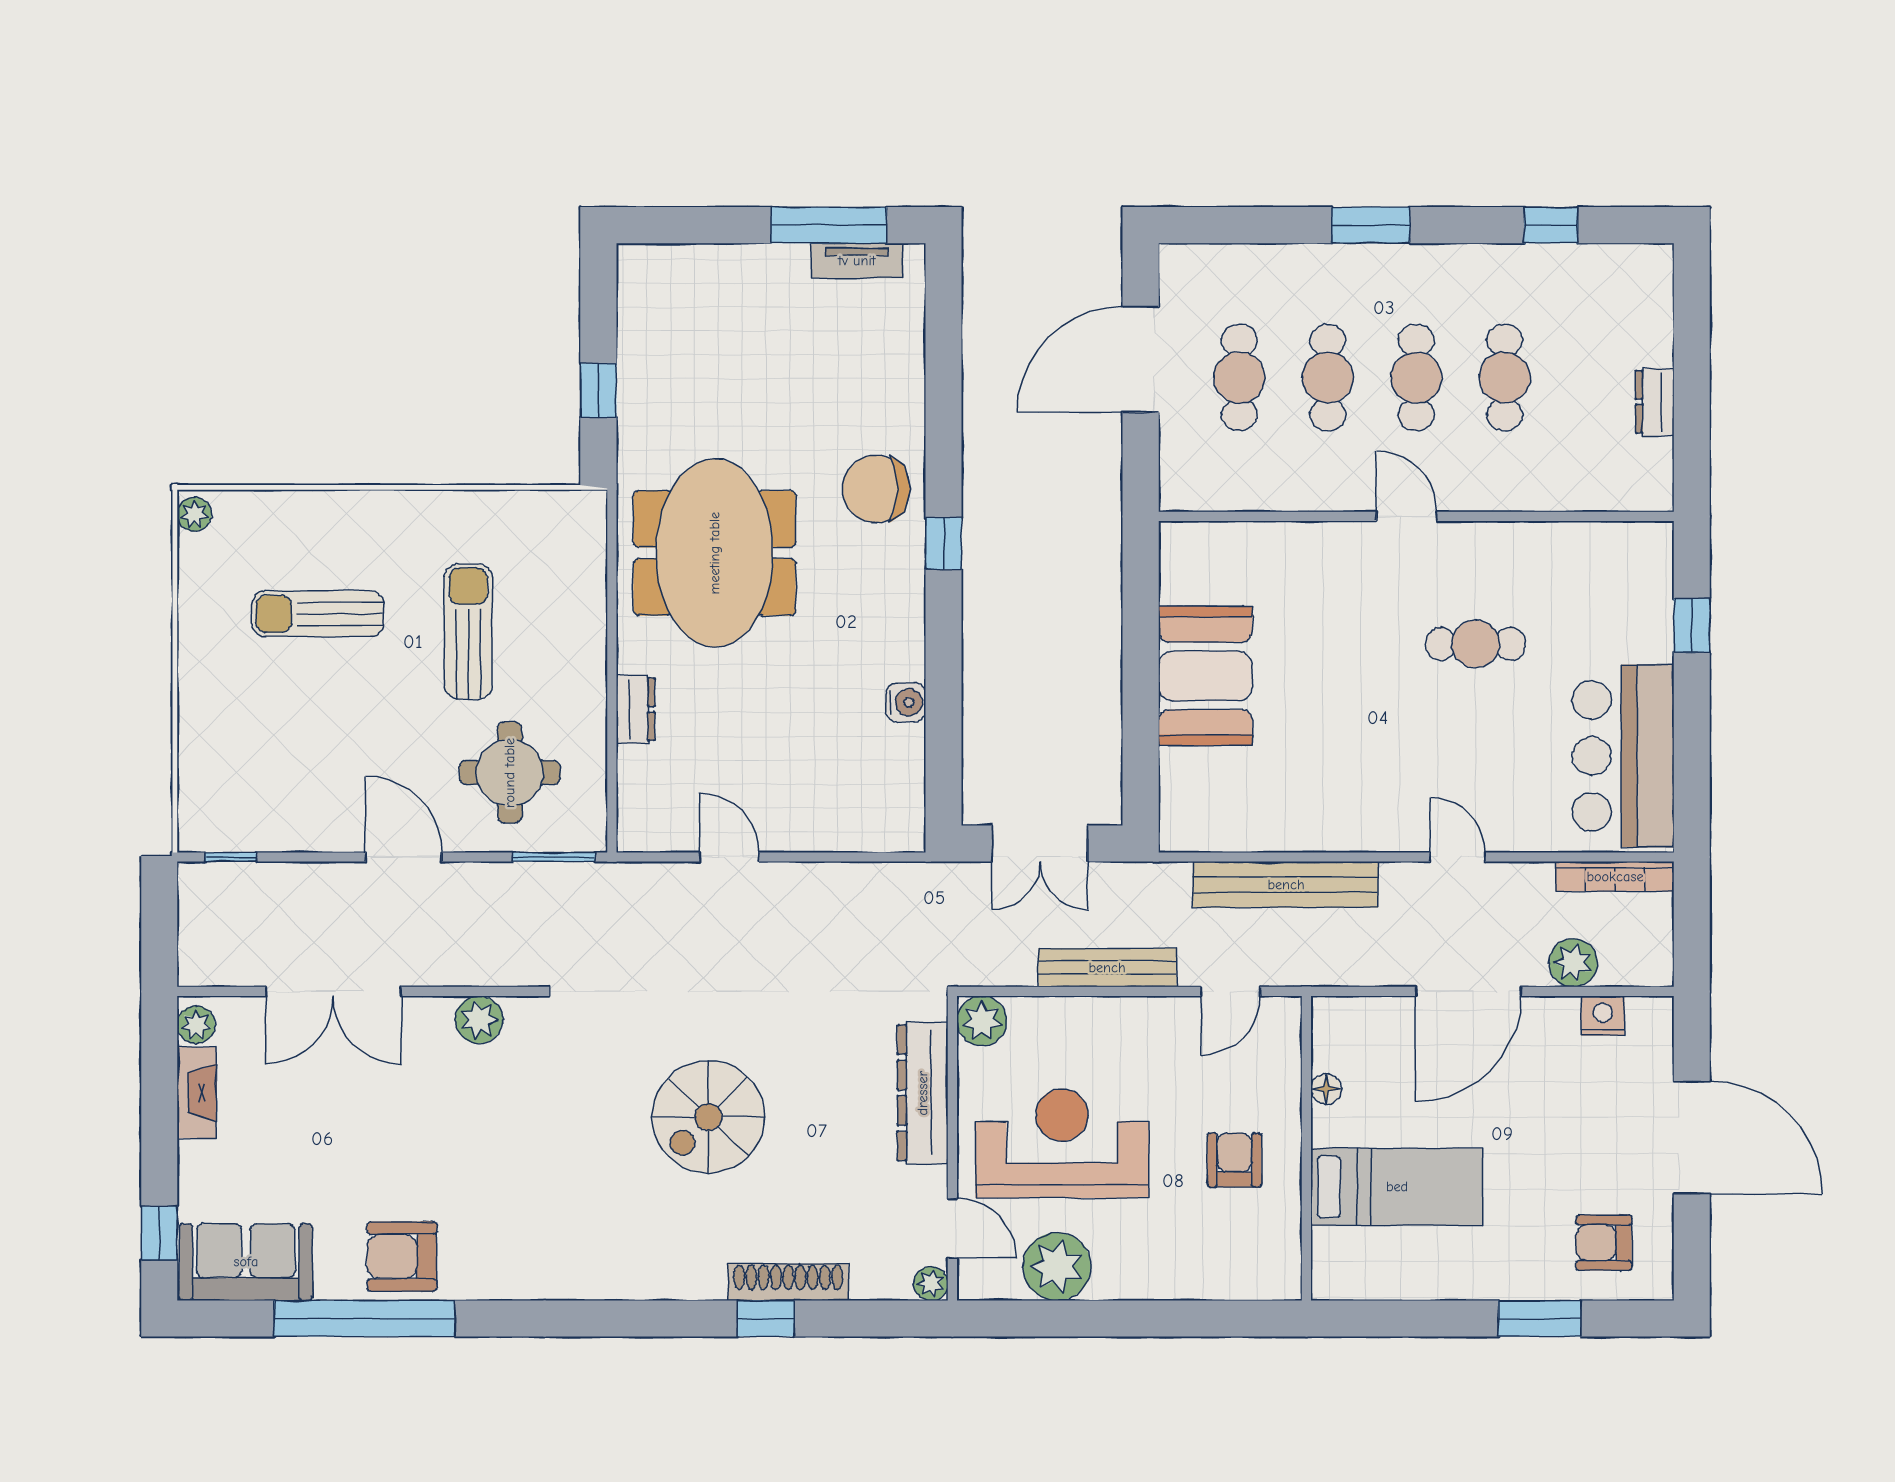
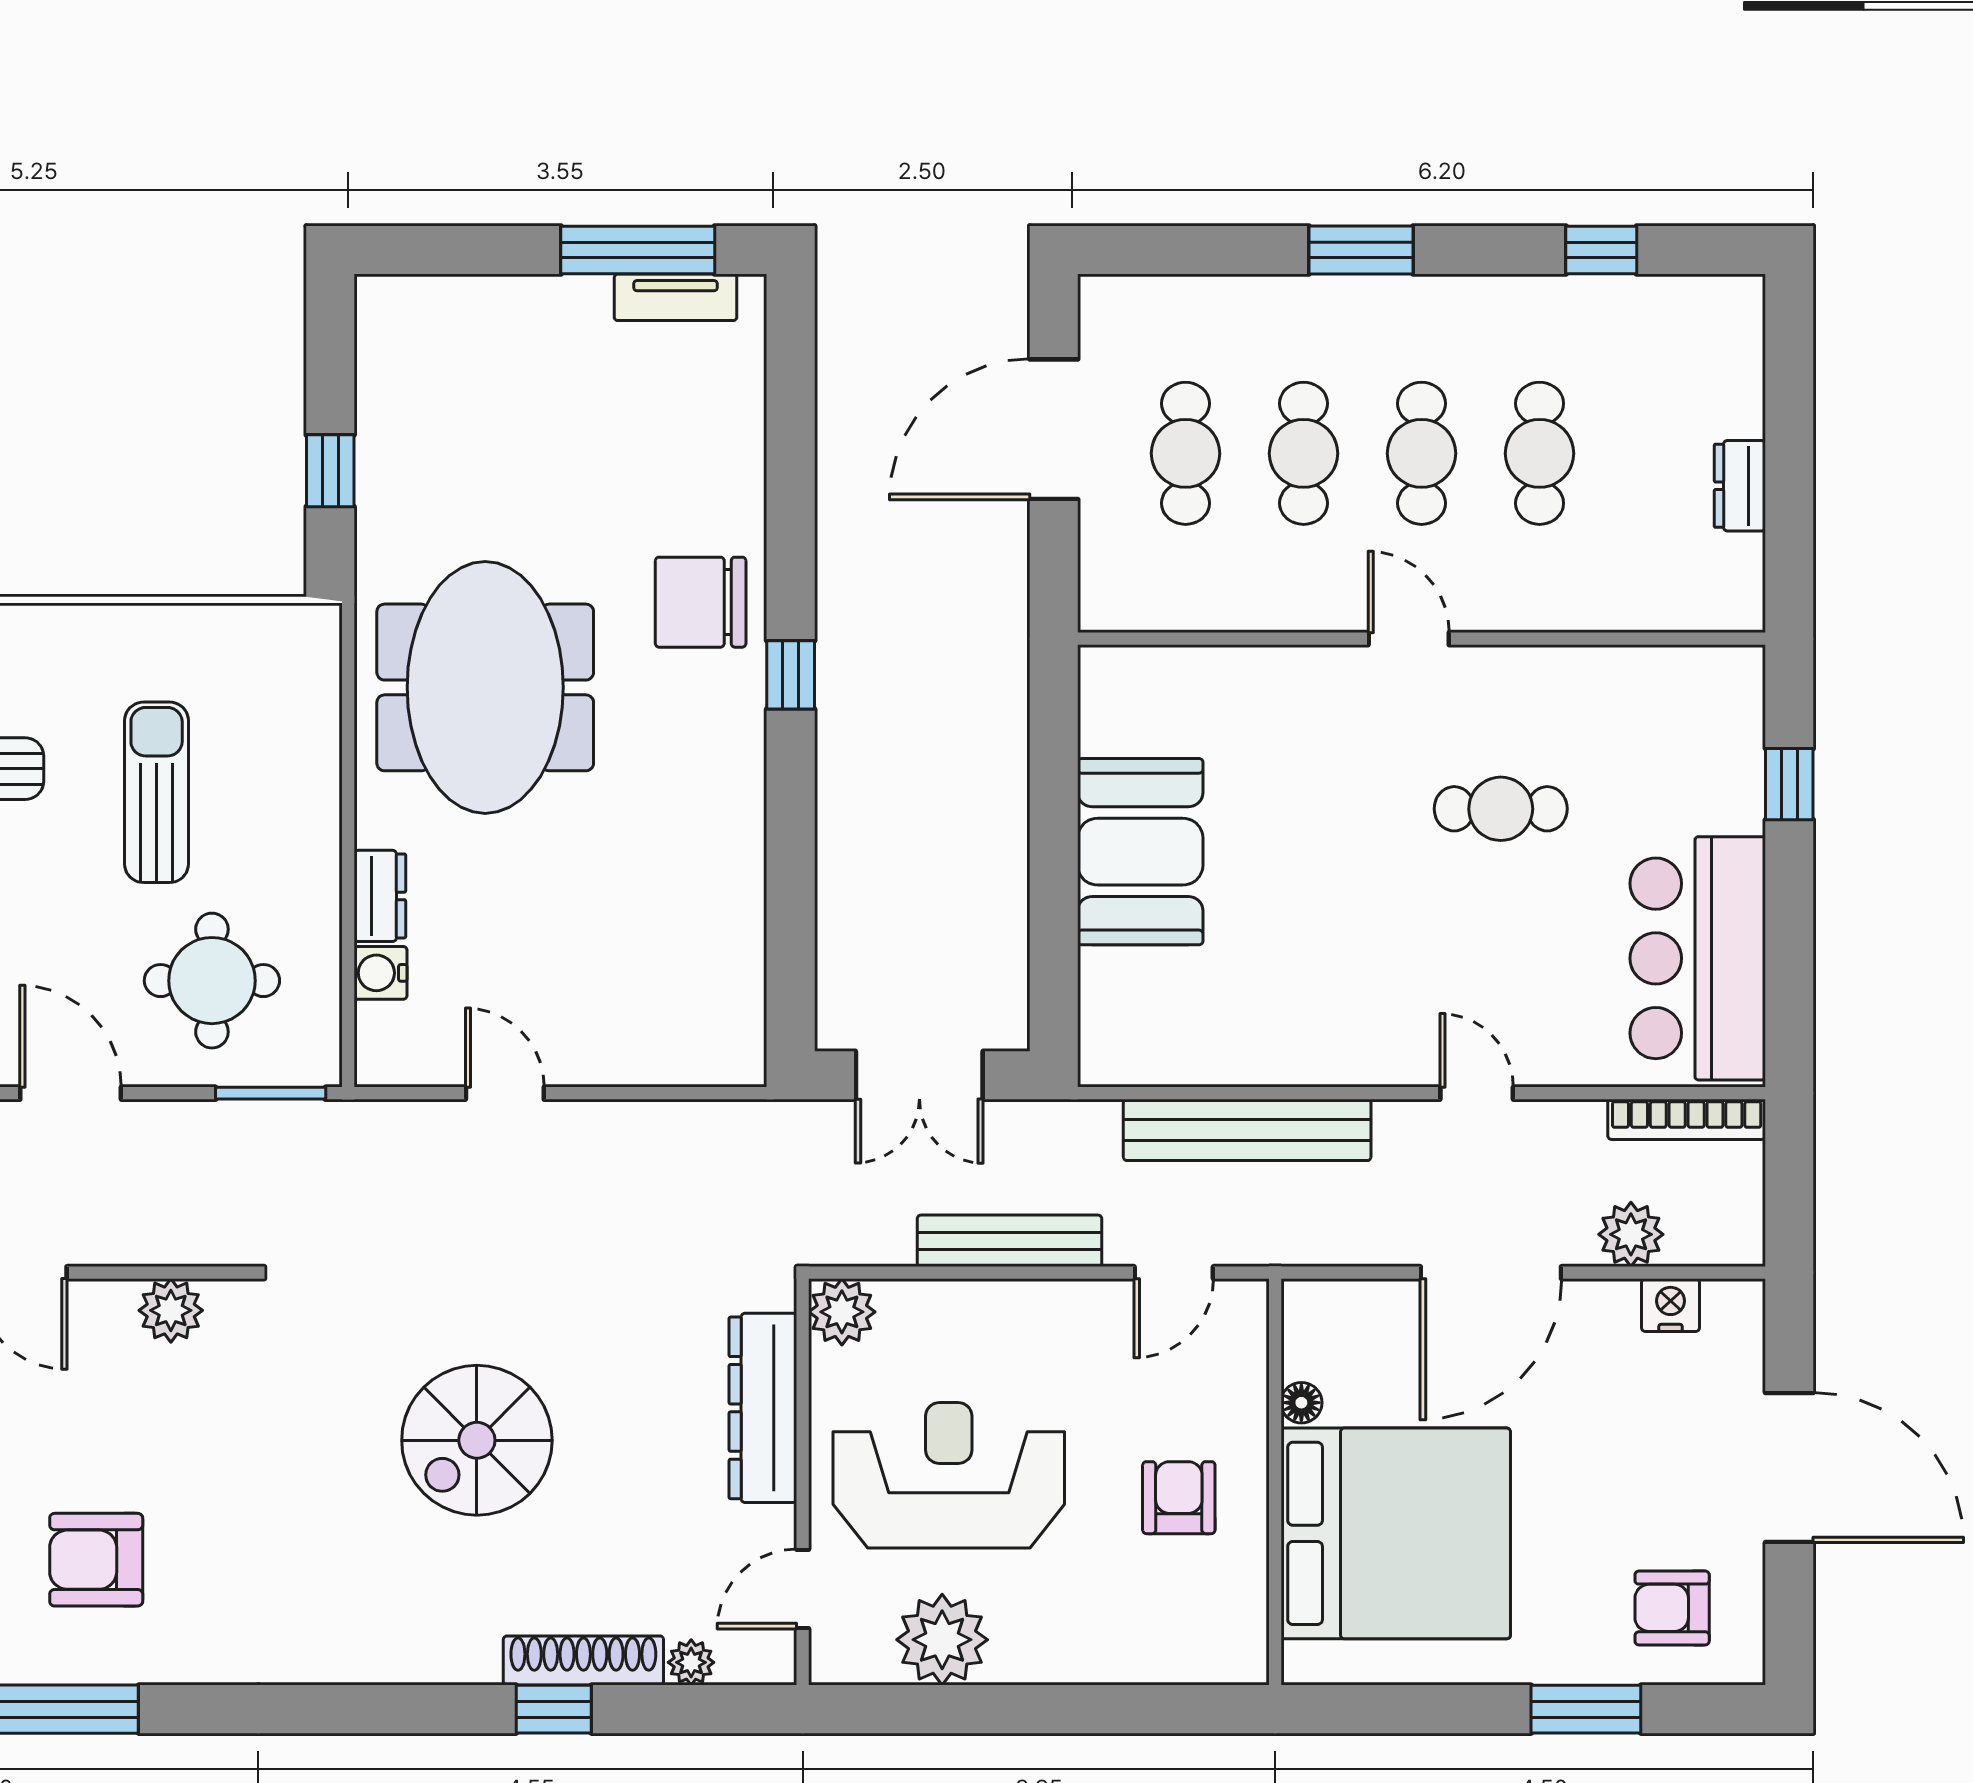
water cooler: (906, 702) -> (381, 973), moved, turned 180
bed: (1397, 1187) -> (1396, 1533), width x2.04
door: (952, 1228) -> (803, 1589), swing flipped
armchair: (402, 1256) -> (96, 1560), moved
plant: (931, 1284) -> (691, 1662), moved

